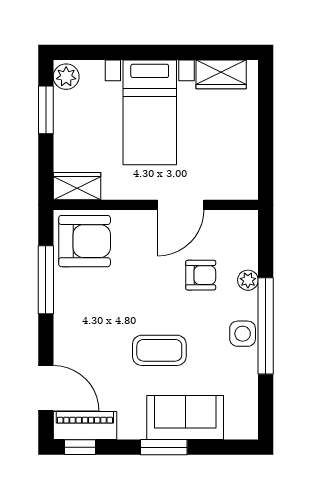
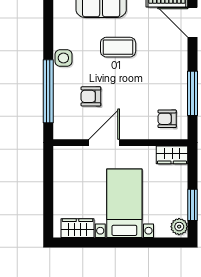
armchair: (85, 241) -> (167, 119), width x0.53, depth x0.53
plant: (248, 280) -> (60, 93), removed
window: (266, 326) -> (48, 91), moved

